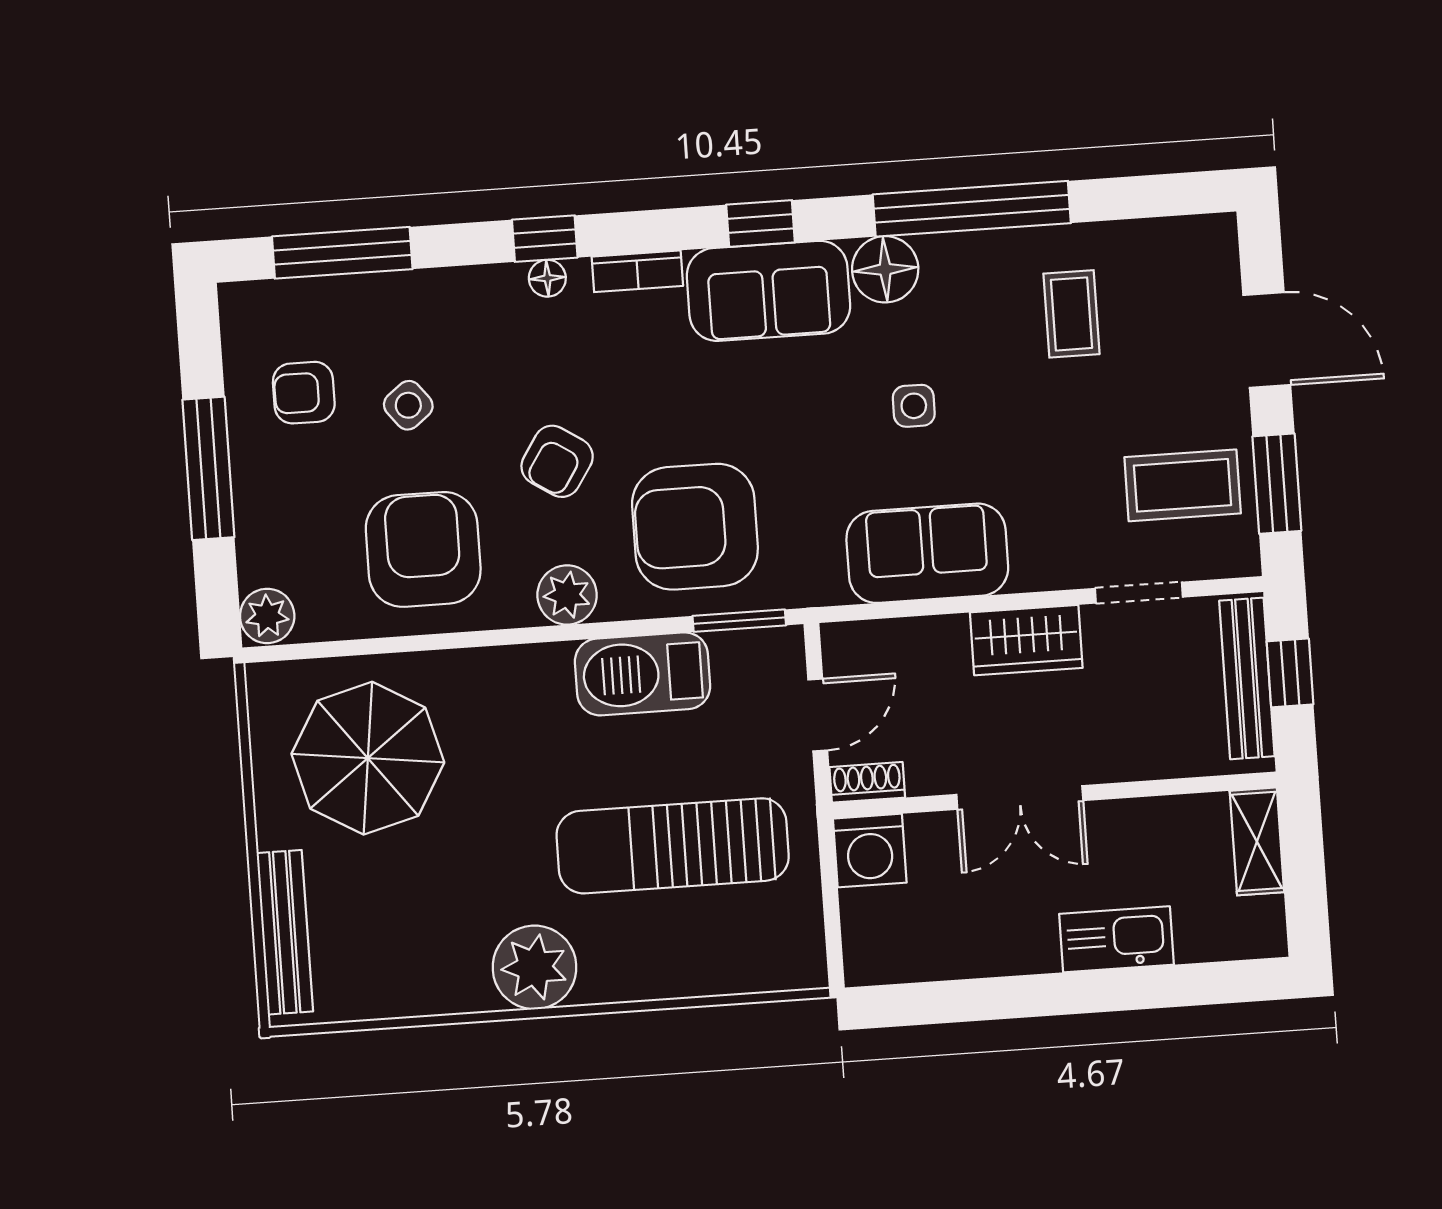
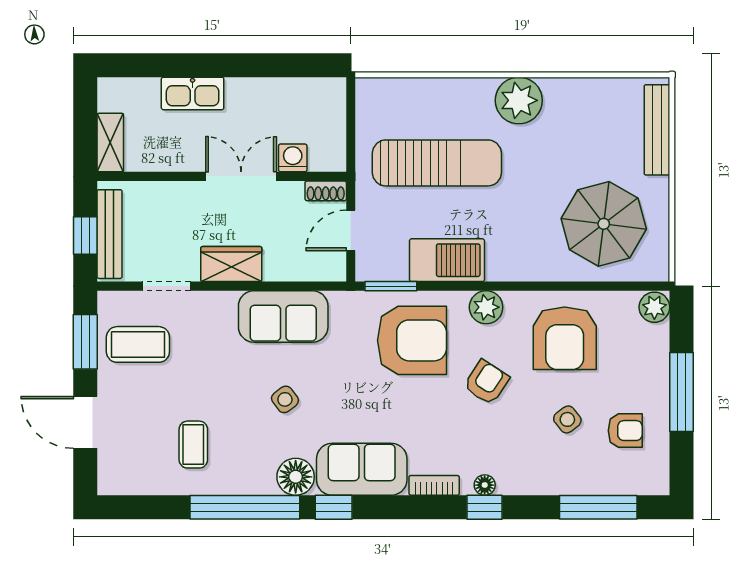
window: (761, 224) -> (334, 507), moved
side table: (914, 406) -> (285, 399), turned -37
washing machine: (870, 851) -> (293, 158), moved, width x0.73, depth x0.73

